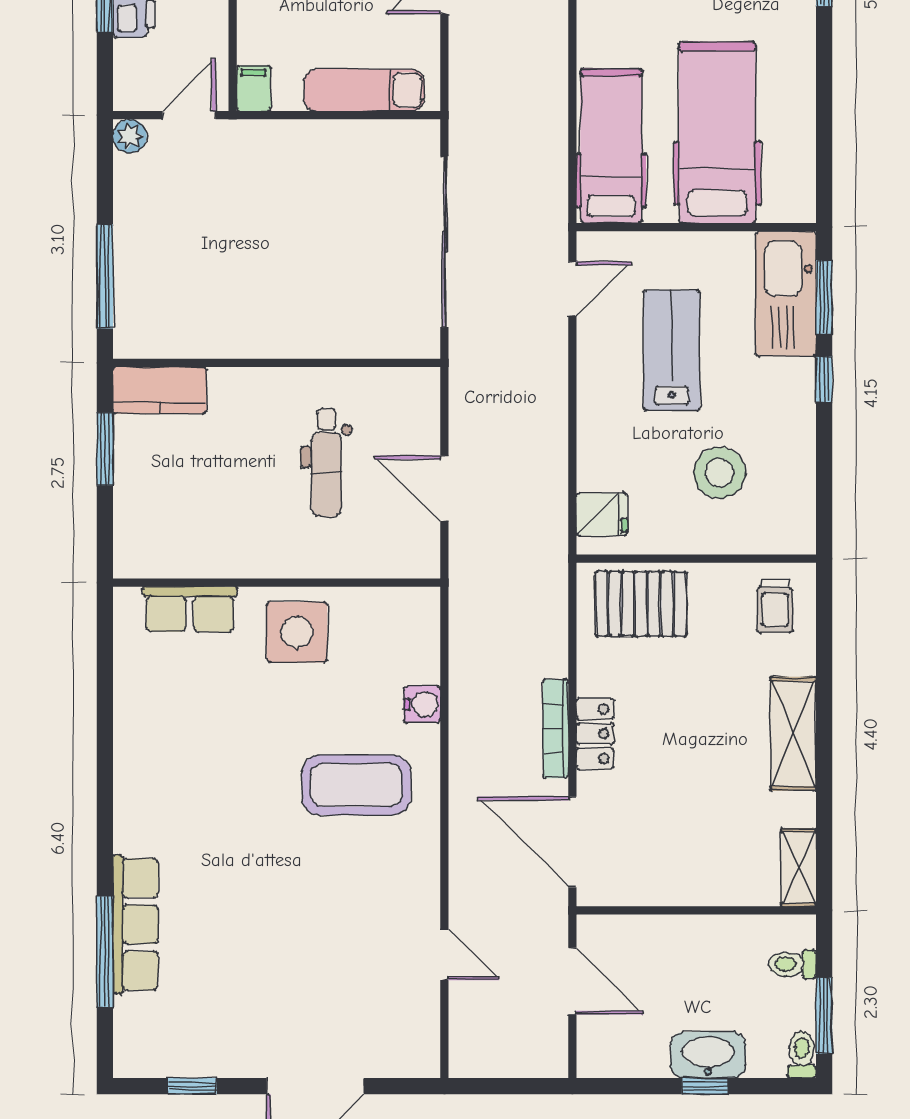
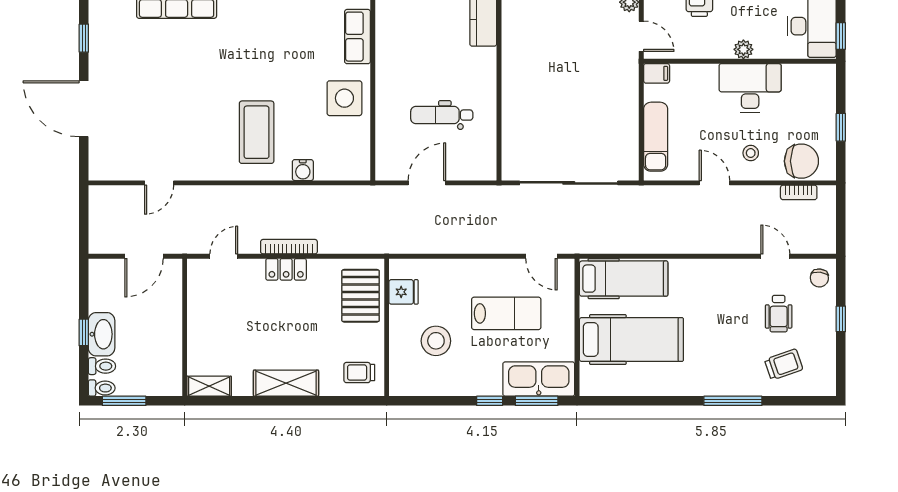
fridge: (602, 514) -> (404, 292), moved, turned -90
door: (572, 842) -> (224, 256), width x0.53
toilet: (792, 964) -> (102, 366), moved, turned 90

